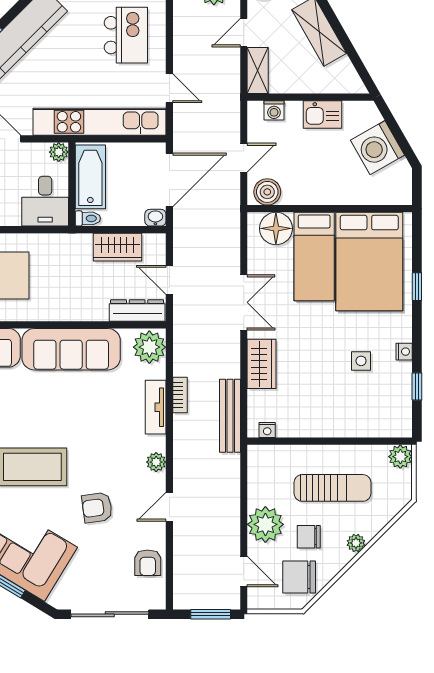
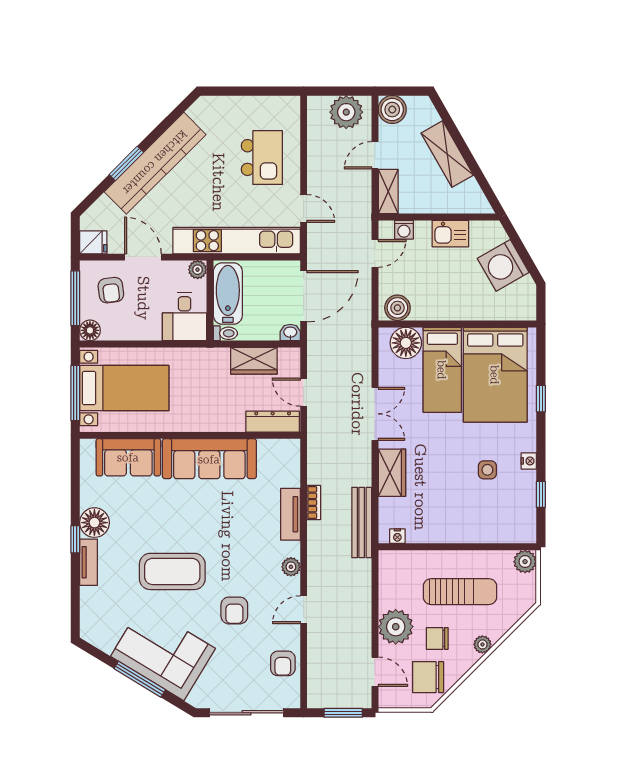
door: (244, 158) -> (375, 253), moved
plant: (149, 347) -> (285, 457), removed
armchair: (97, 508) -> (234, 610), turned -82

